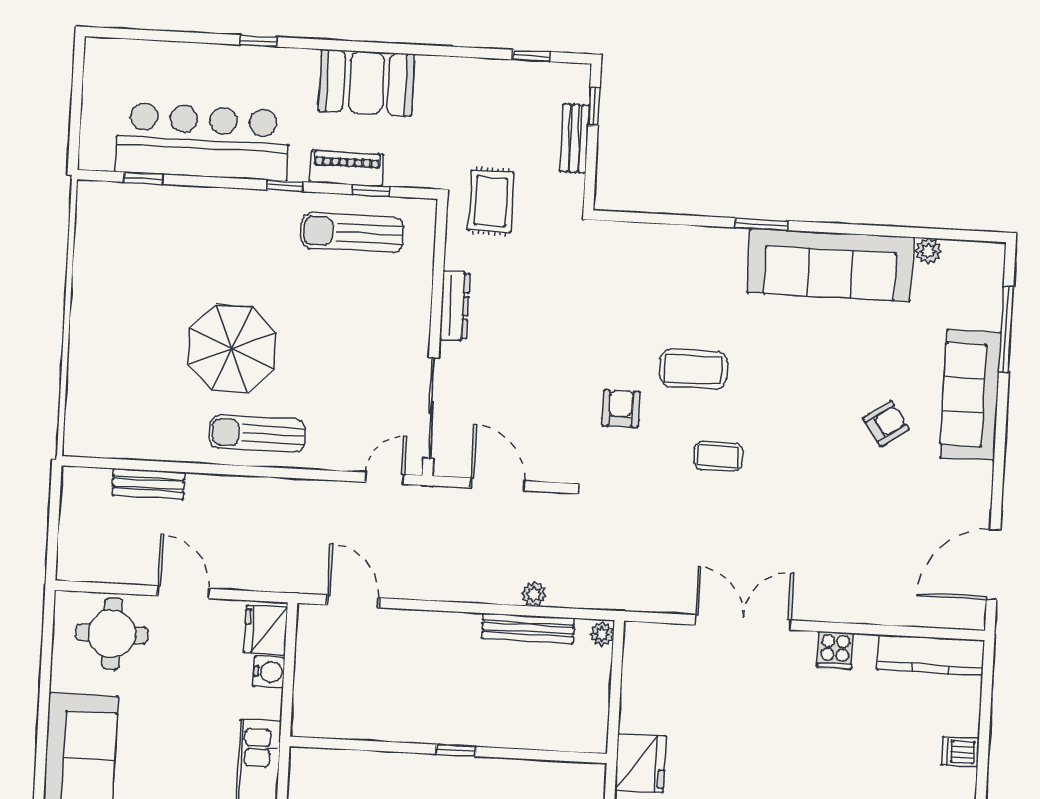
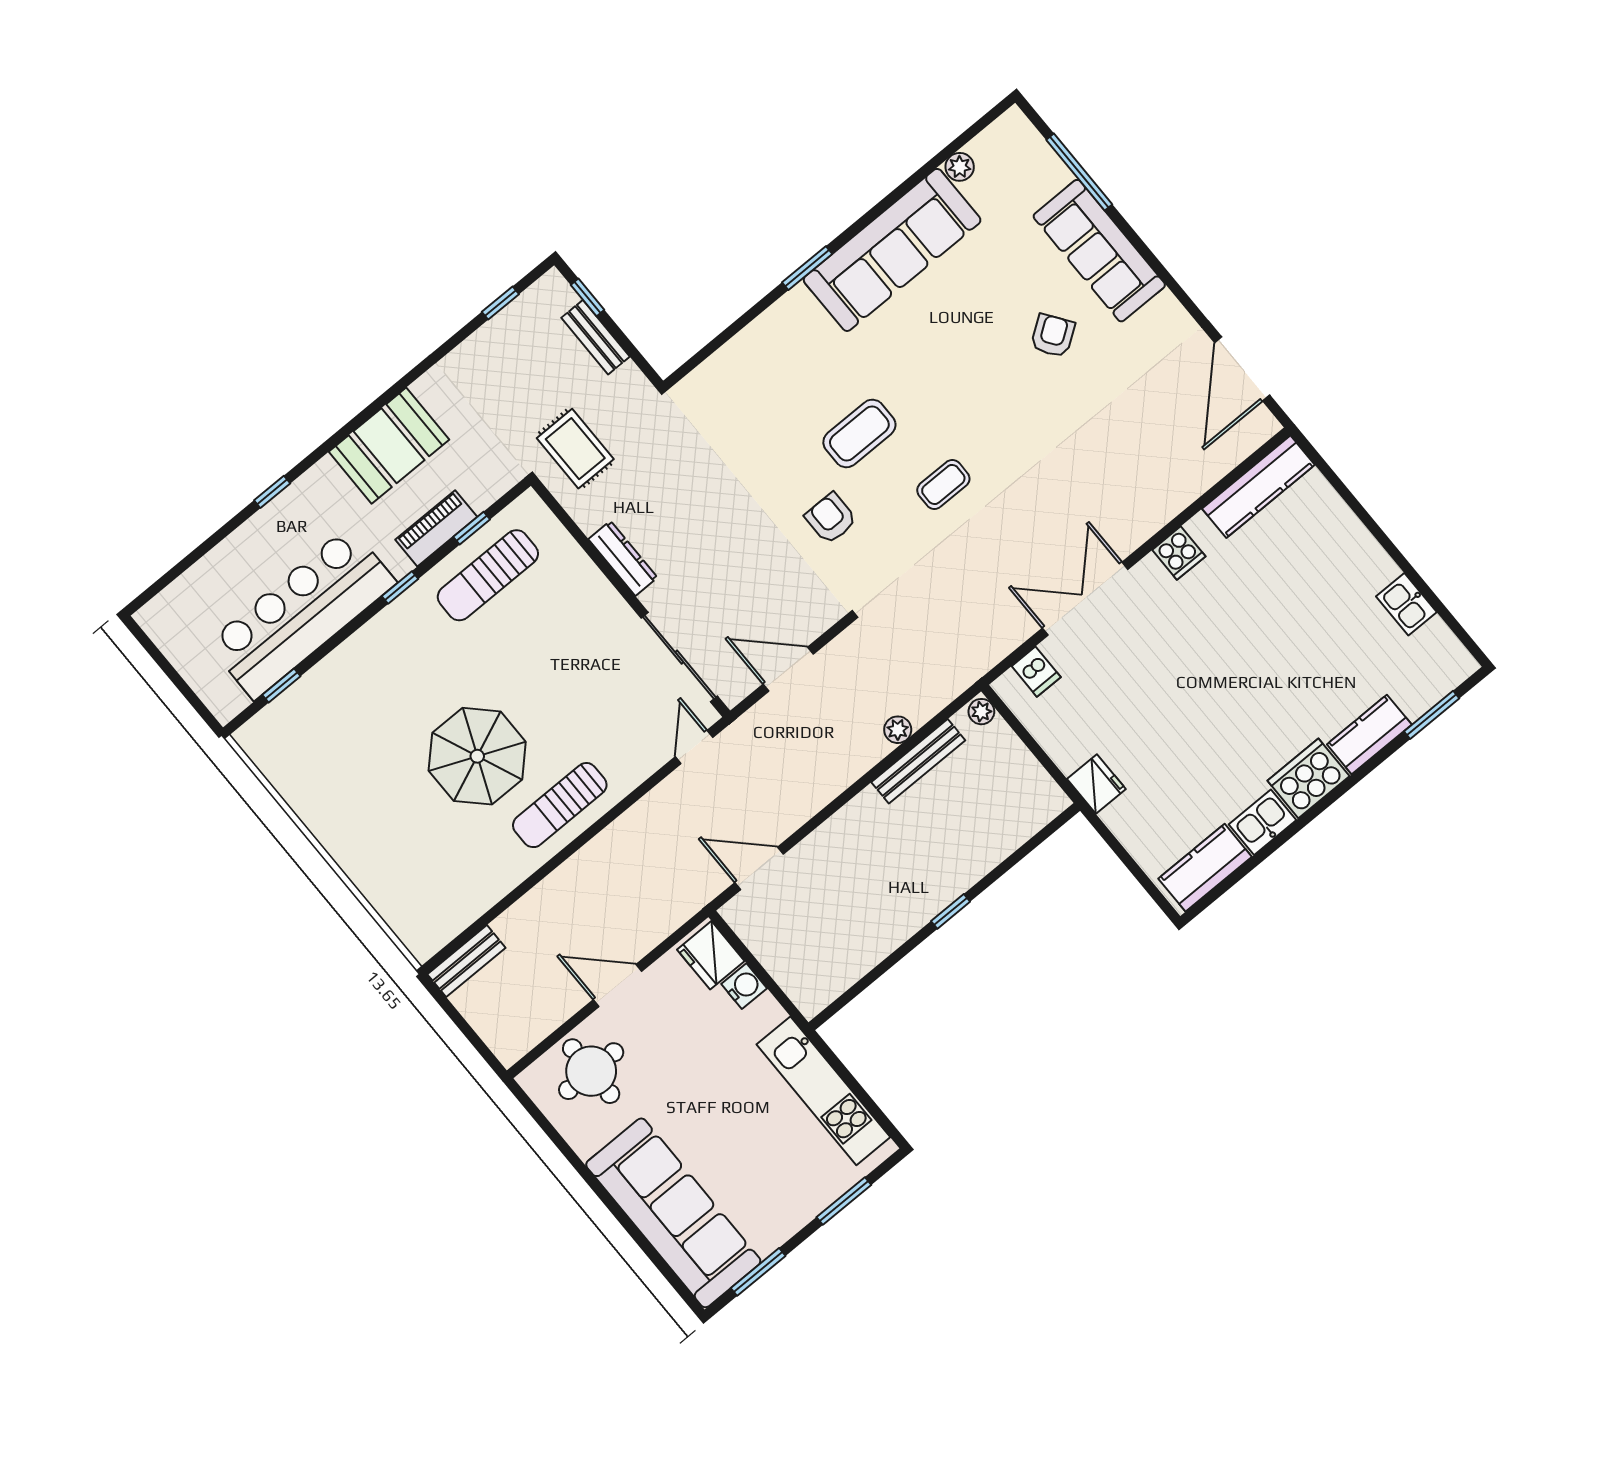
bench: (148, 484) -> (466, 961), moved
dishwasher: (960, 752) -> (1036, 672), moved, turned -90
fridge: (640, 763) -> (1096, 784), width x0.73, depth x0.75

